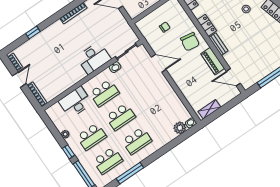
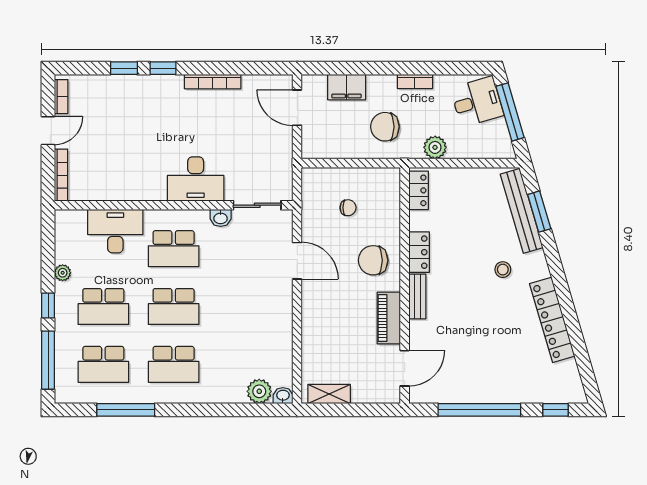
window: (49, 22) -> (163, 68), added
chair: (190, 42) -> (373, 260), turned 81
door: (233, 77) -> (405, 368), swing flipped

